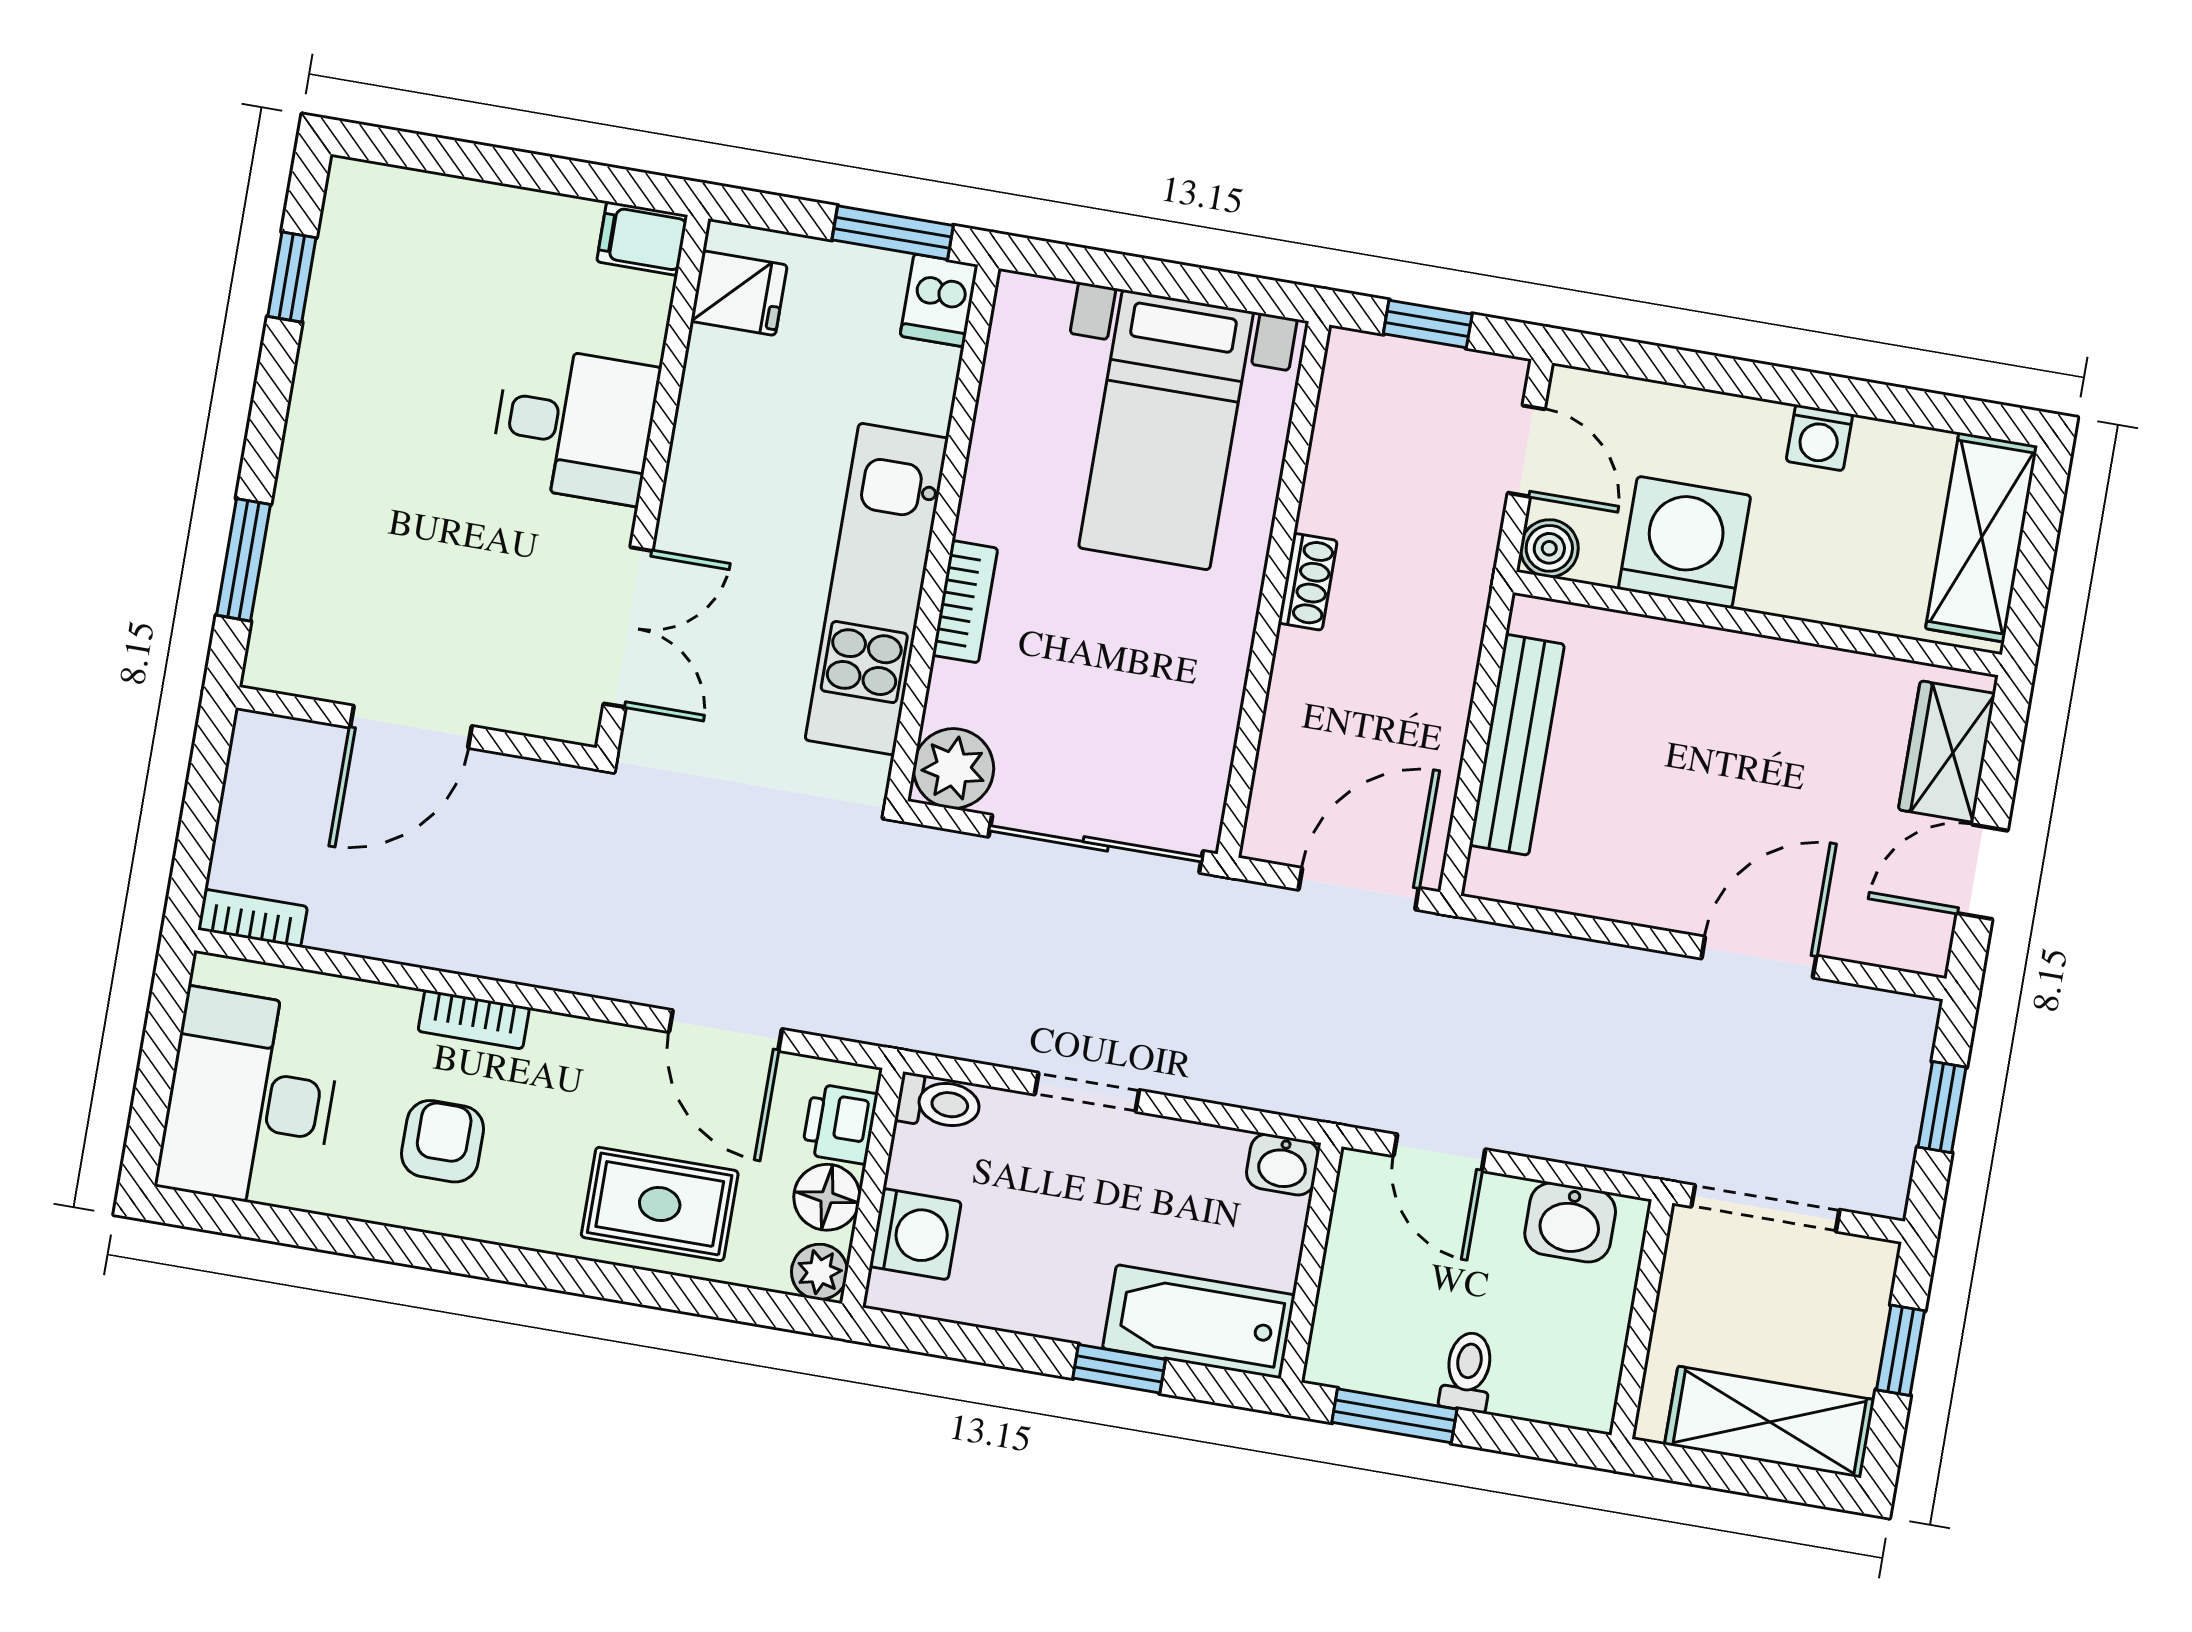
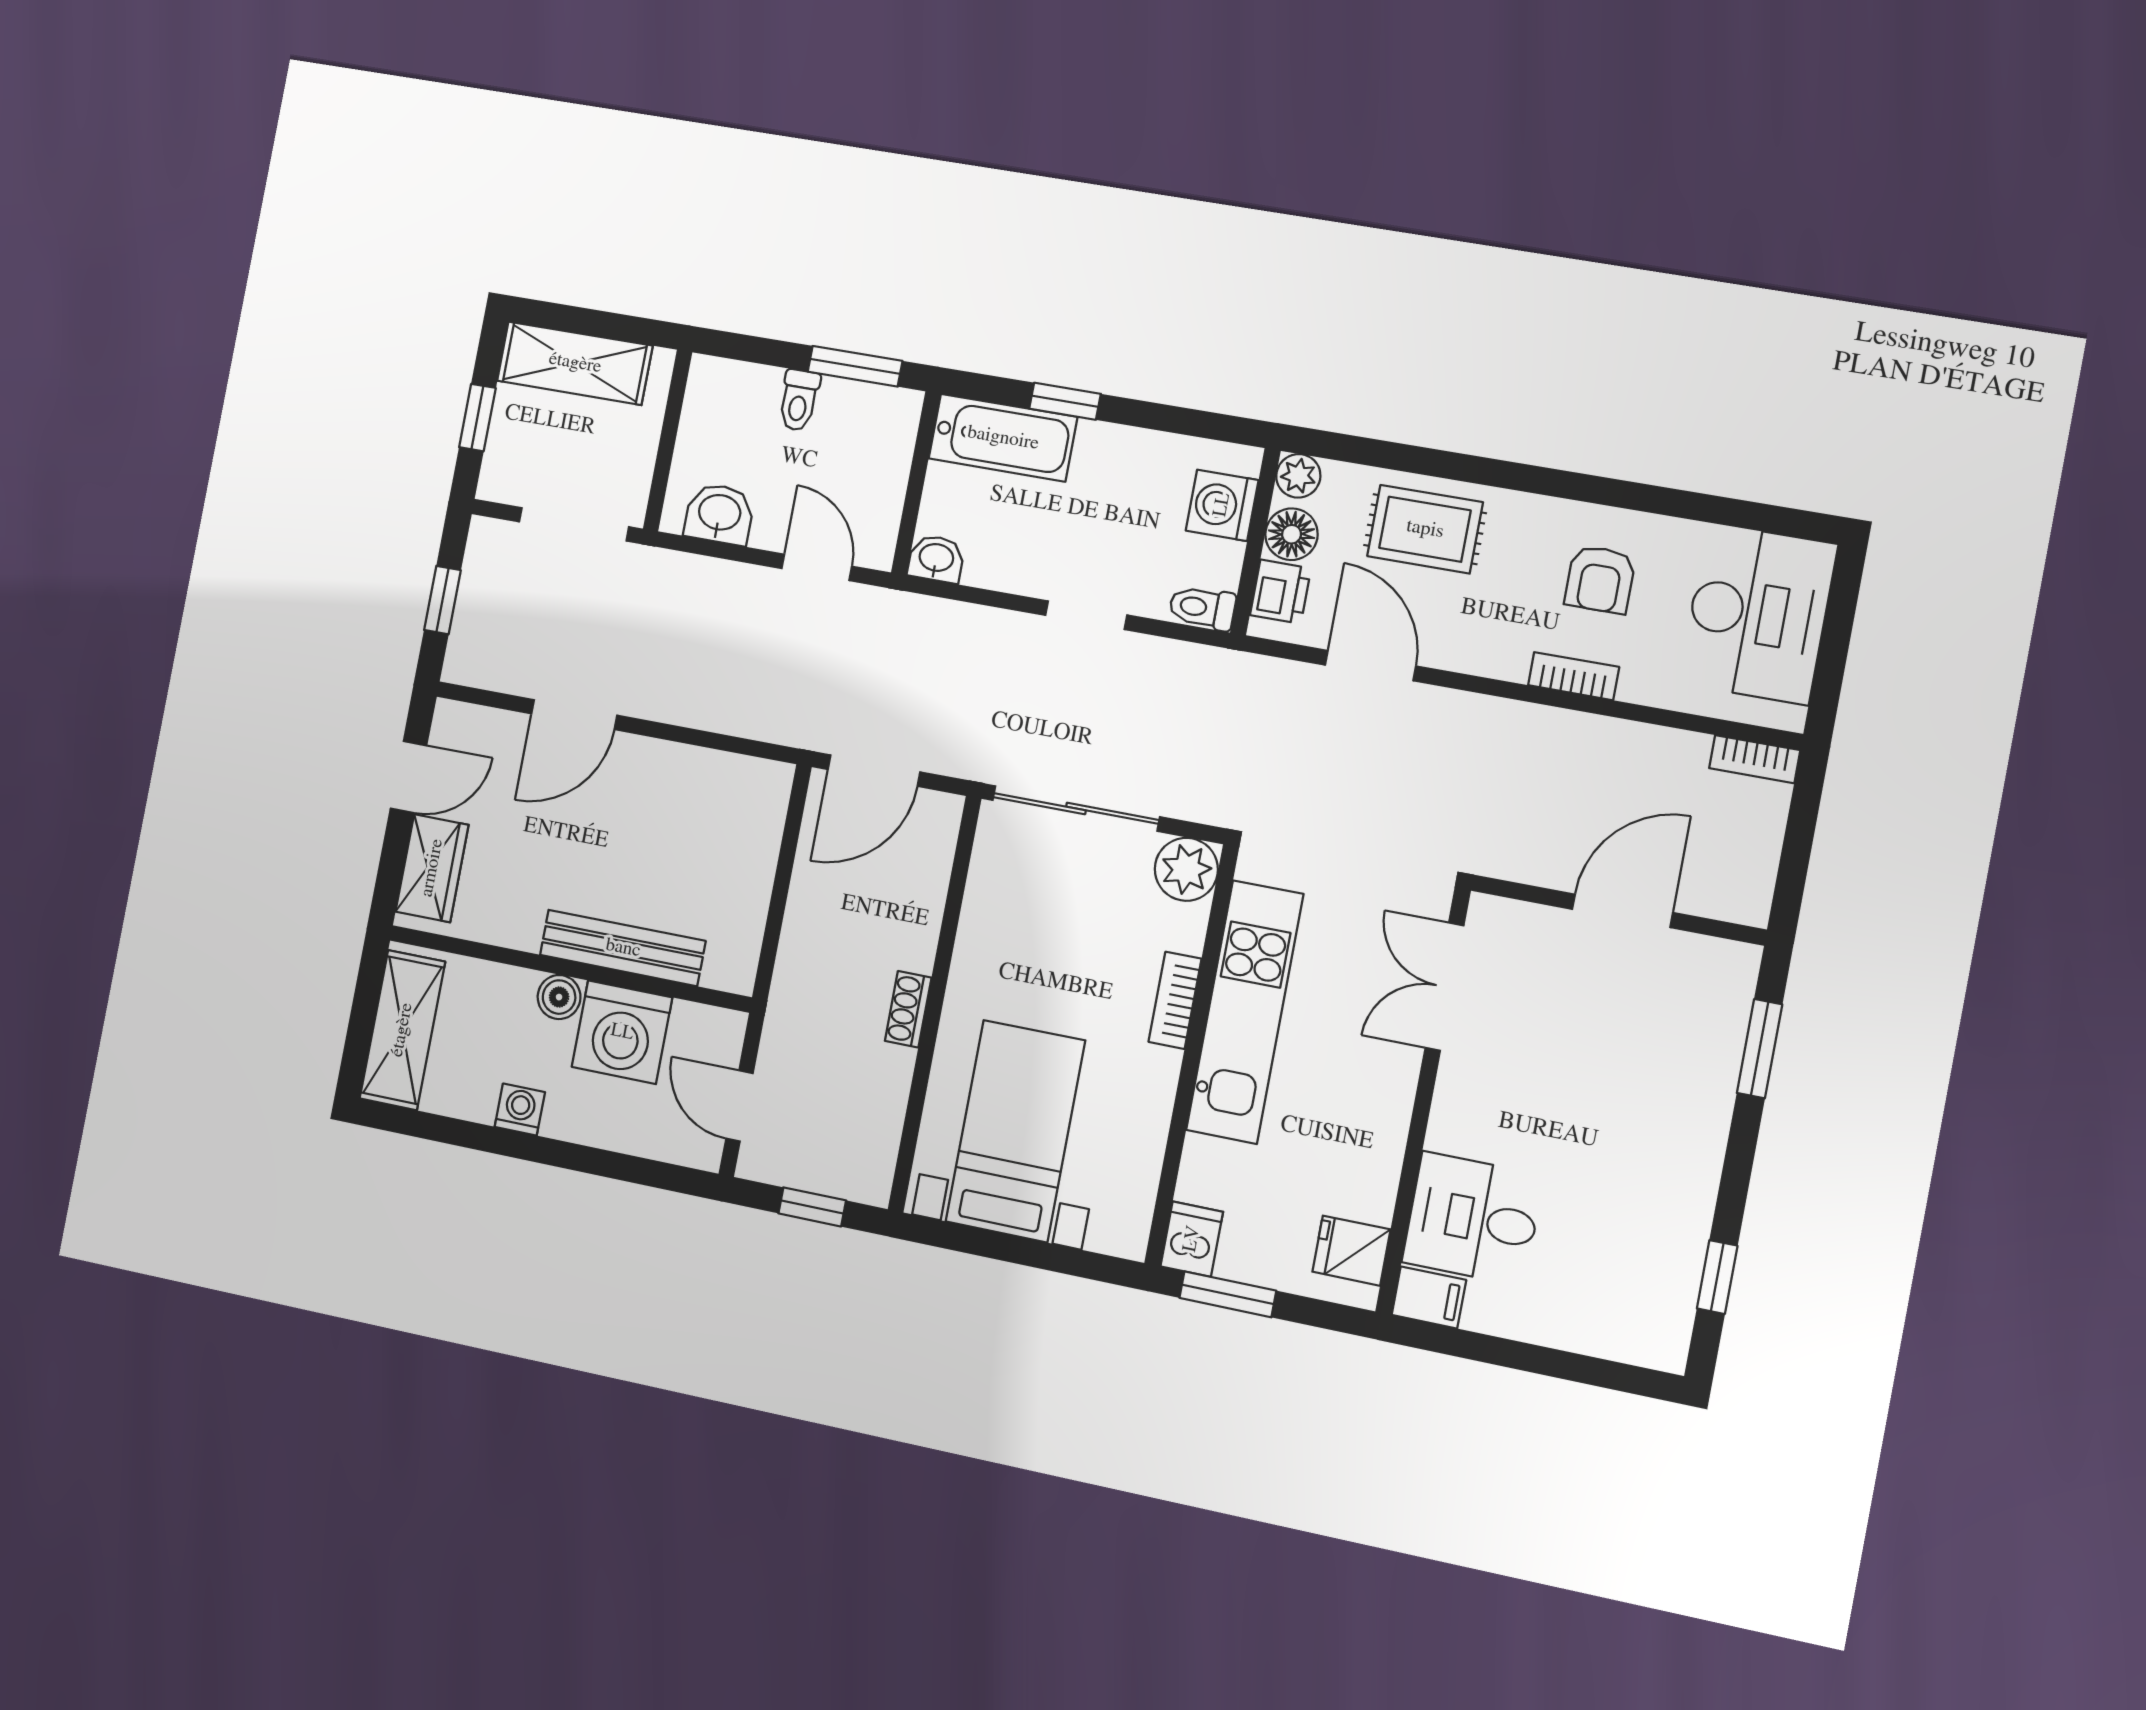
desk: (575, 425) -> (1473, 1219), moved
boiler: (1549, 548) -> (559, 997), moved
bench: (1517, 745) -> (623, 948), moved, turned 90

